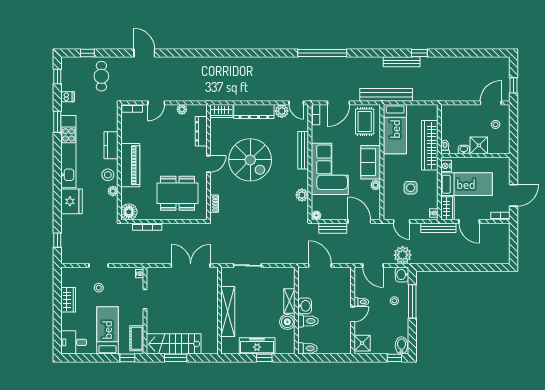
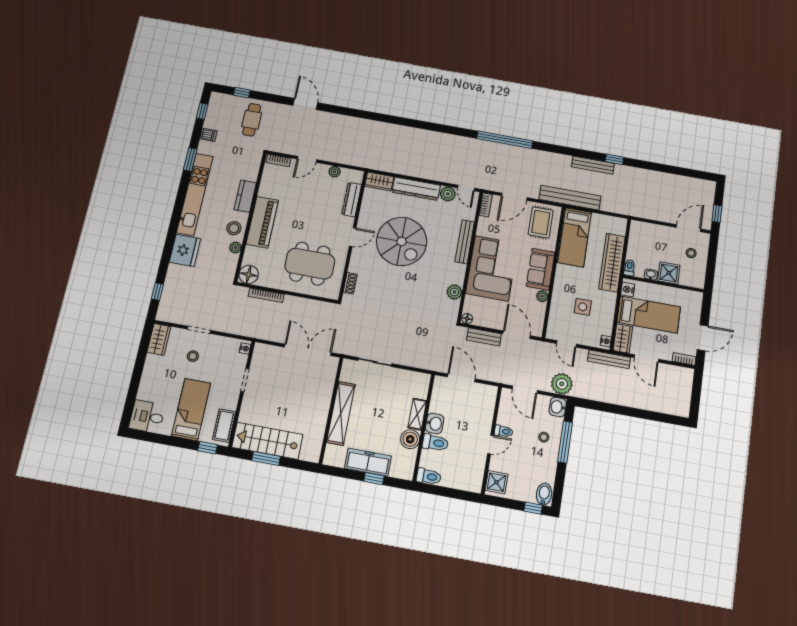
wardrobe: (68, 300) -> (159, 339), moved

